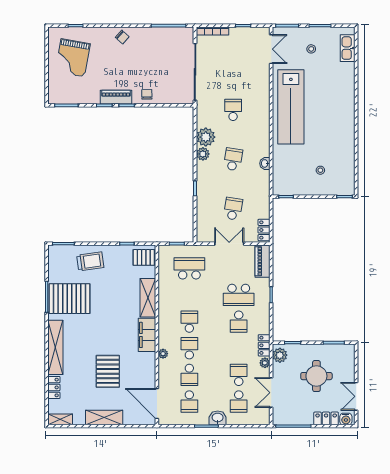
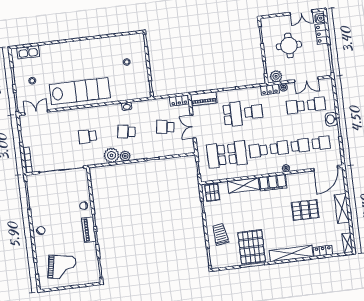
school desk: (189, 295) -> (237, 153), added
school desk: (189, 348) -> (279, 148), turned 180

